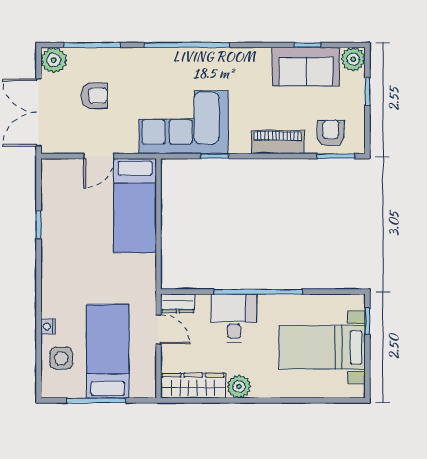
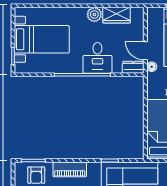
floor lamp: (149, 304) -> (152, 67), added
wardrobe: (193, 386) -> (117, 15), width x0.67

